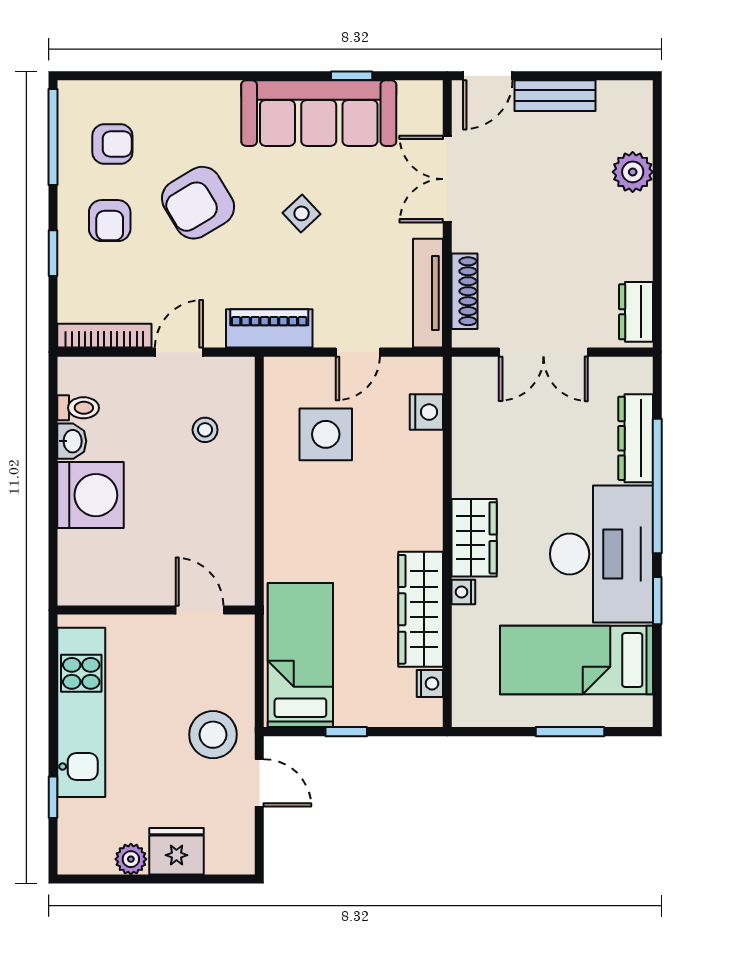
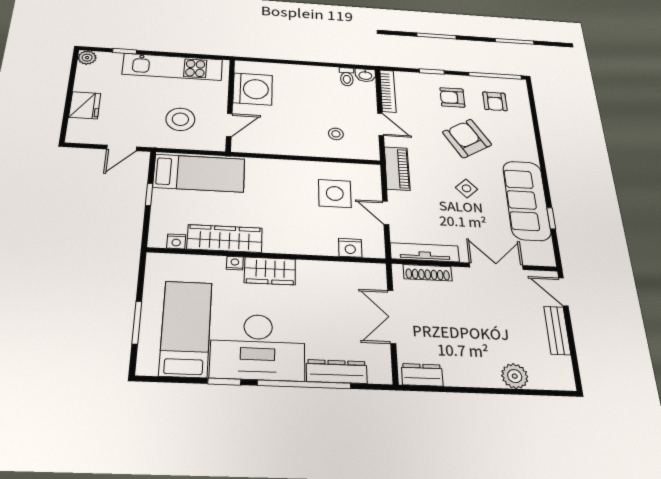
washbasin: (72, 441) -> (365, 75), moved
washing machine: (91, 495) -> (253, 89), moved, turned -90
stool: (213, 735) -> (180, 119), moved
plant: (131, 859) -> (87, 58), moved

